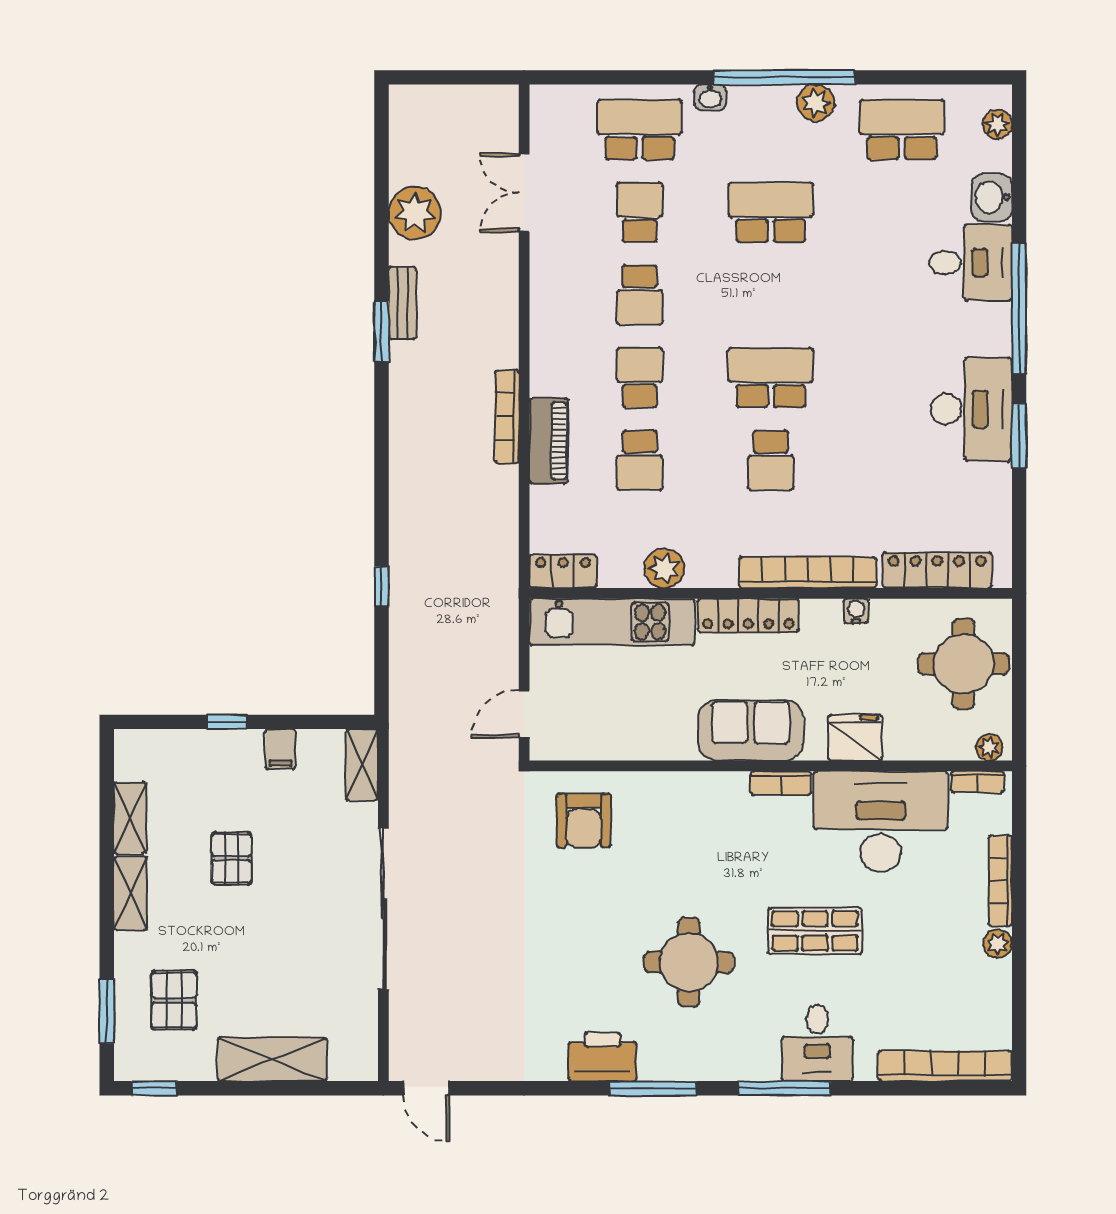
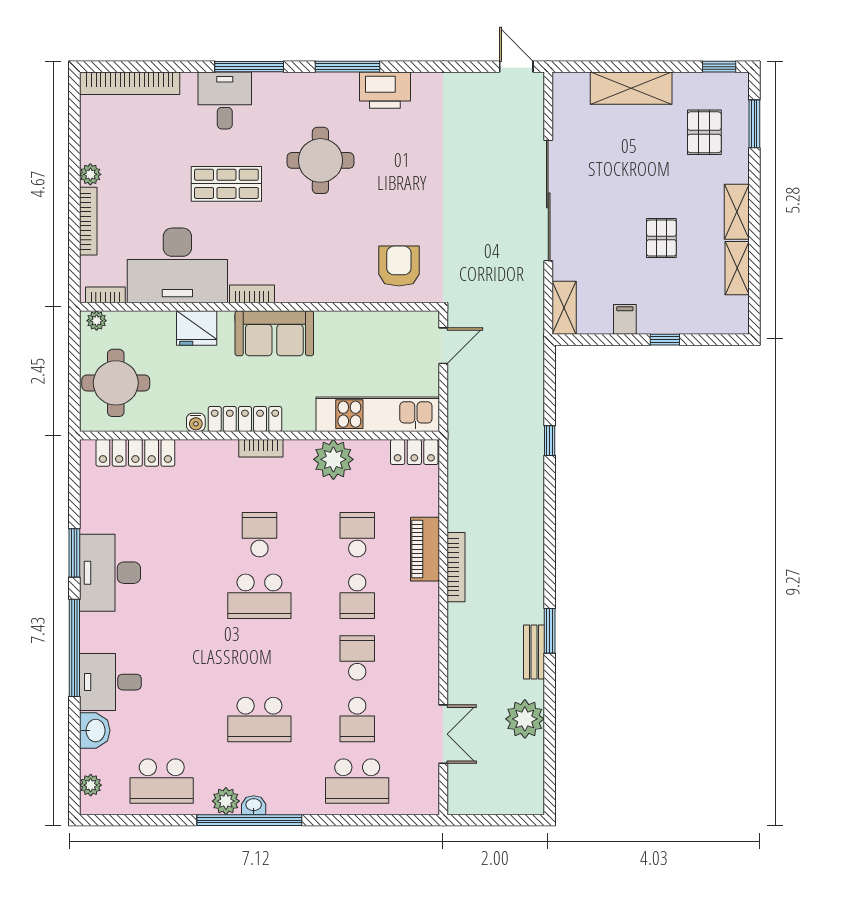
washbasin: (710, 97) -> (254, 805), moved
plant: (664, 568) -> (333, 459), width x1.36, depth x1.36
bookcase: (808, 573) -> (261, 448), width x0.43, depth x0.76
locker: (748, 615) -> (245, 419), moved

